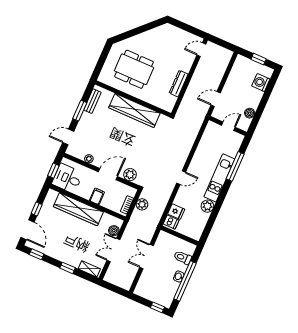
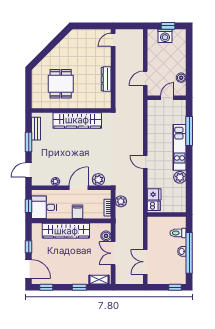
dining table: (134, 69) -> (61, 84), width x0.73
washing machine: (261, 83) -> (165, 36), moved, turned -90
door: (181, 178) -> (145, 162), swing flipped
double door: (146, 257) -> (145, 262), moved

